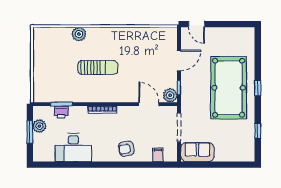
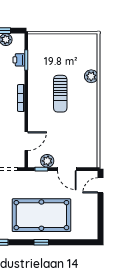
plant: (170, 95) -> (47, 161), moved

